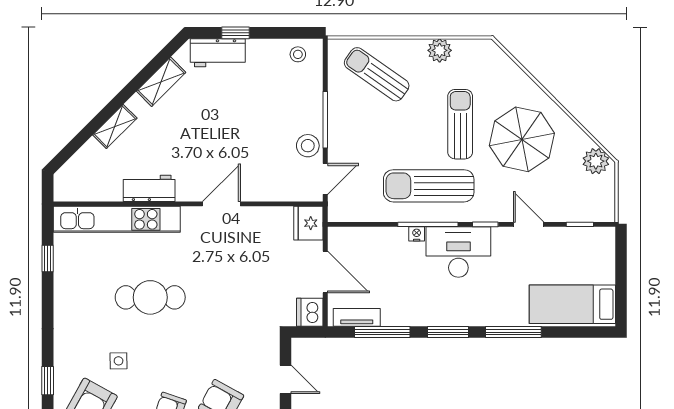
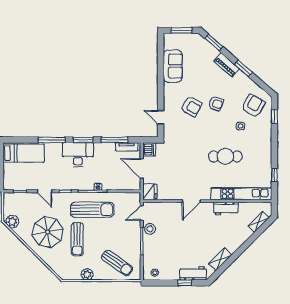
shelving: (115, 127) -> (259, 222), moved
desk: (458, 252) -> (78, 155), moved, turned 180

